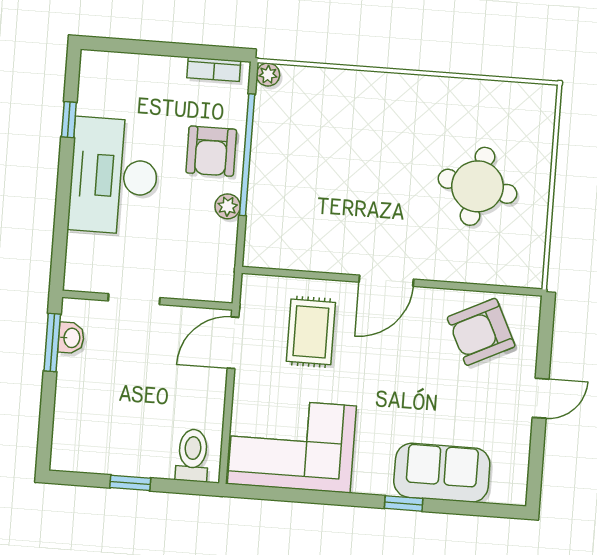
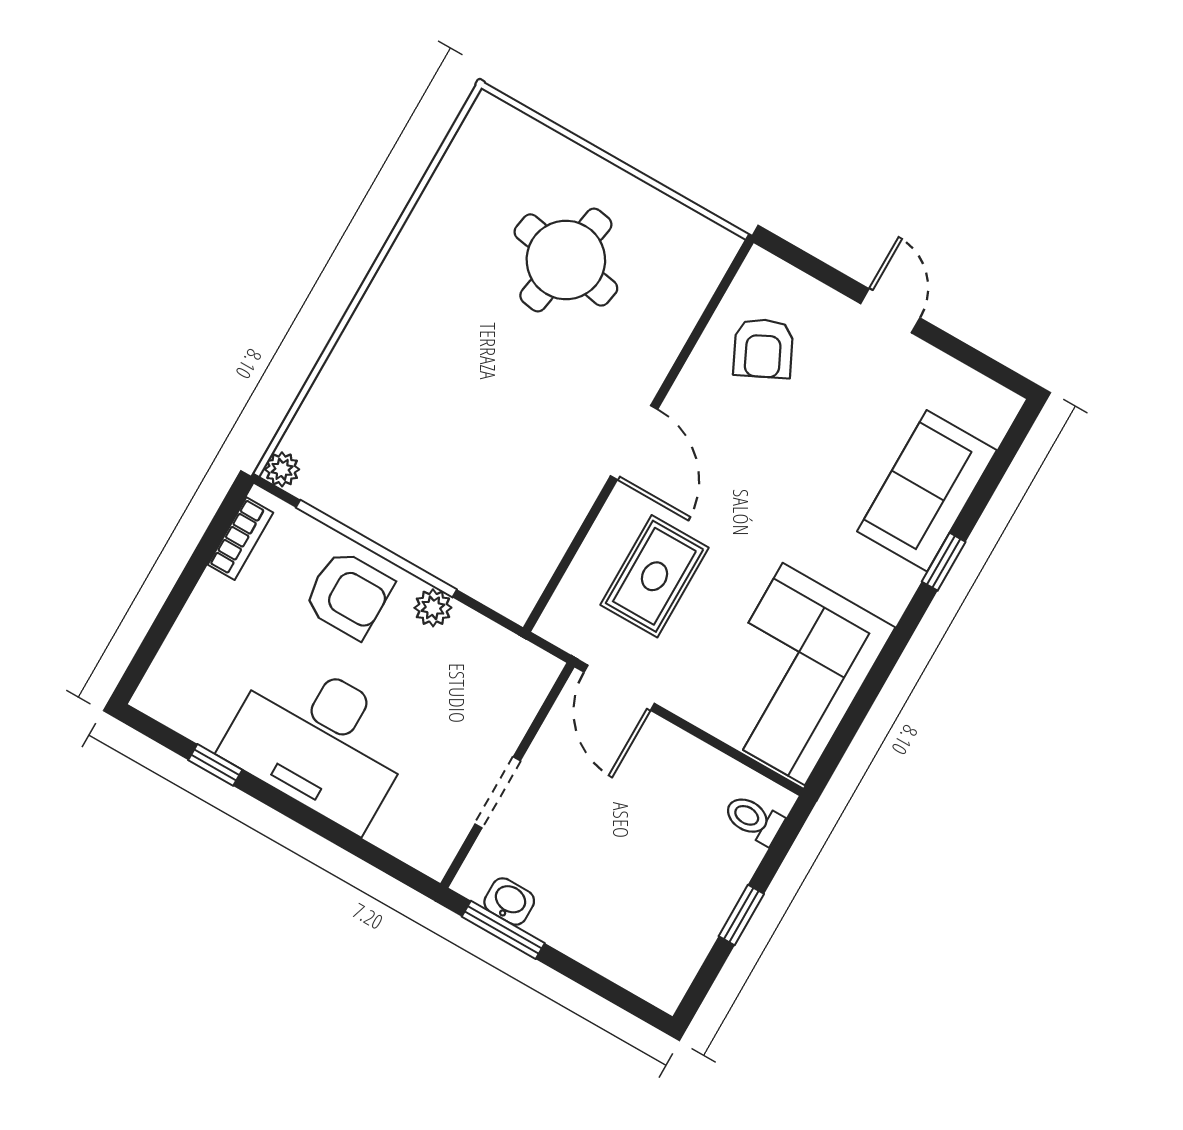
rug: (311, 332) -> (654, 576), turned 90
armchair: (481, 332) -> (763, 348), width x0.72, depth x0.72
toilet: (192, 455) -> (753, 819), width x0.73, depth x0.72

